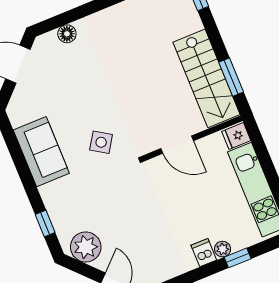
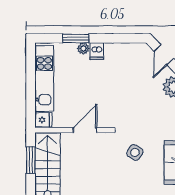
door: (177, 145) -> (85, 130), hinge flipped
window: (238, 258) -> (76, 38), width x1.50

